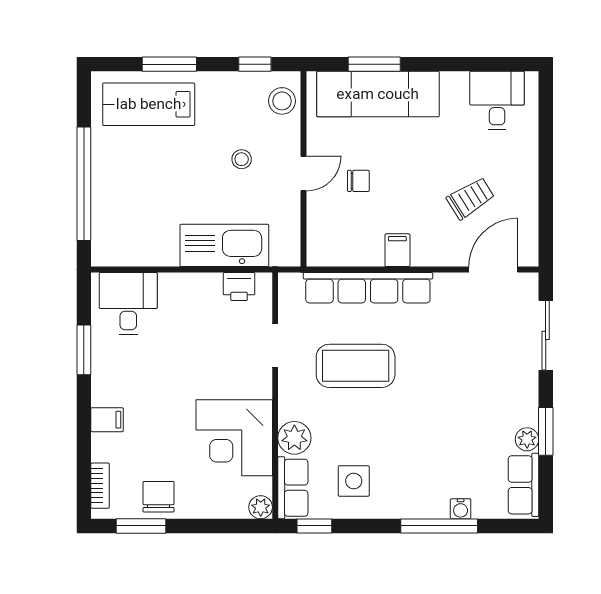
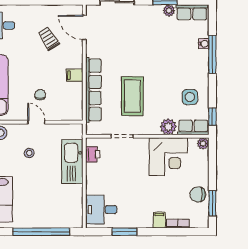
bookcase: (100, 486) -> (178, 224), moved

